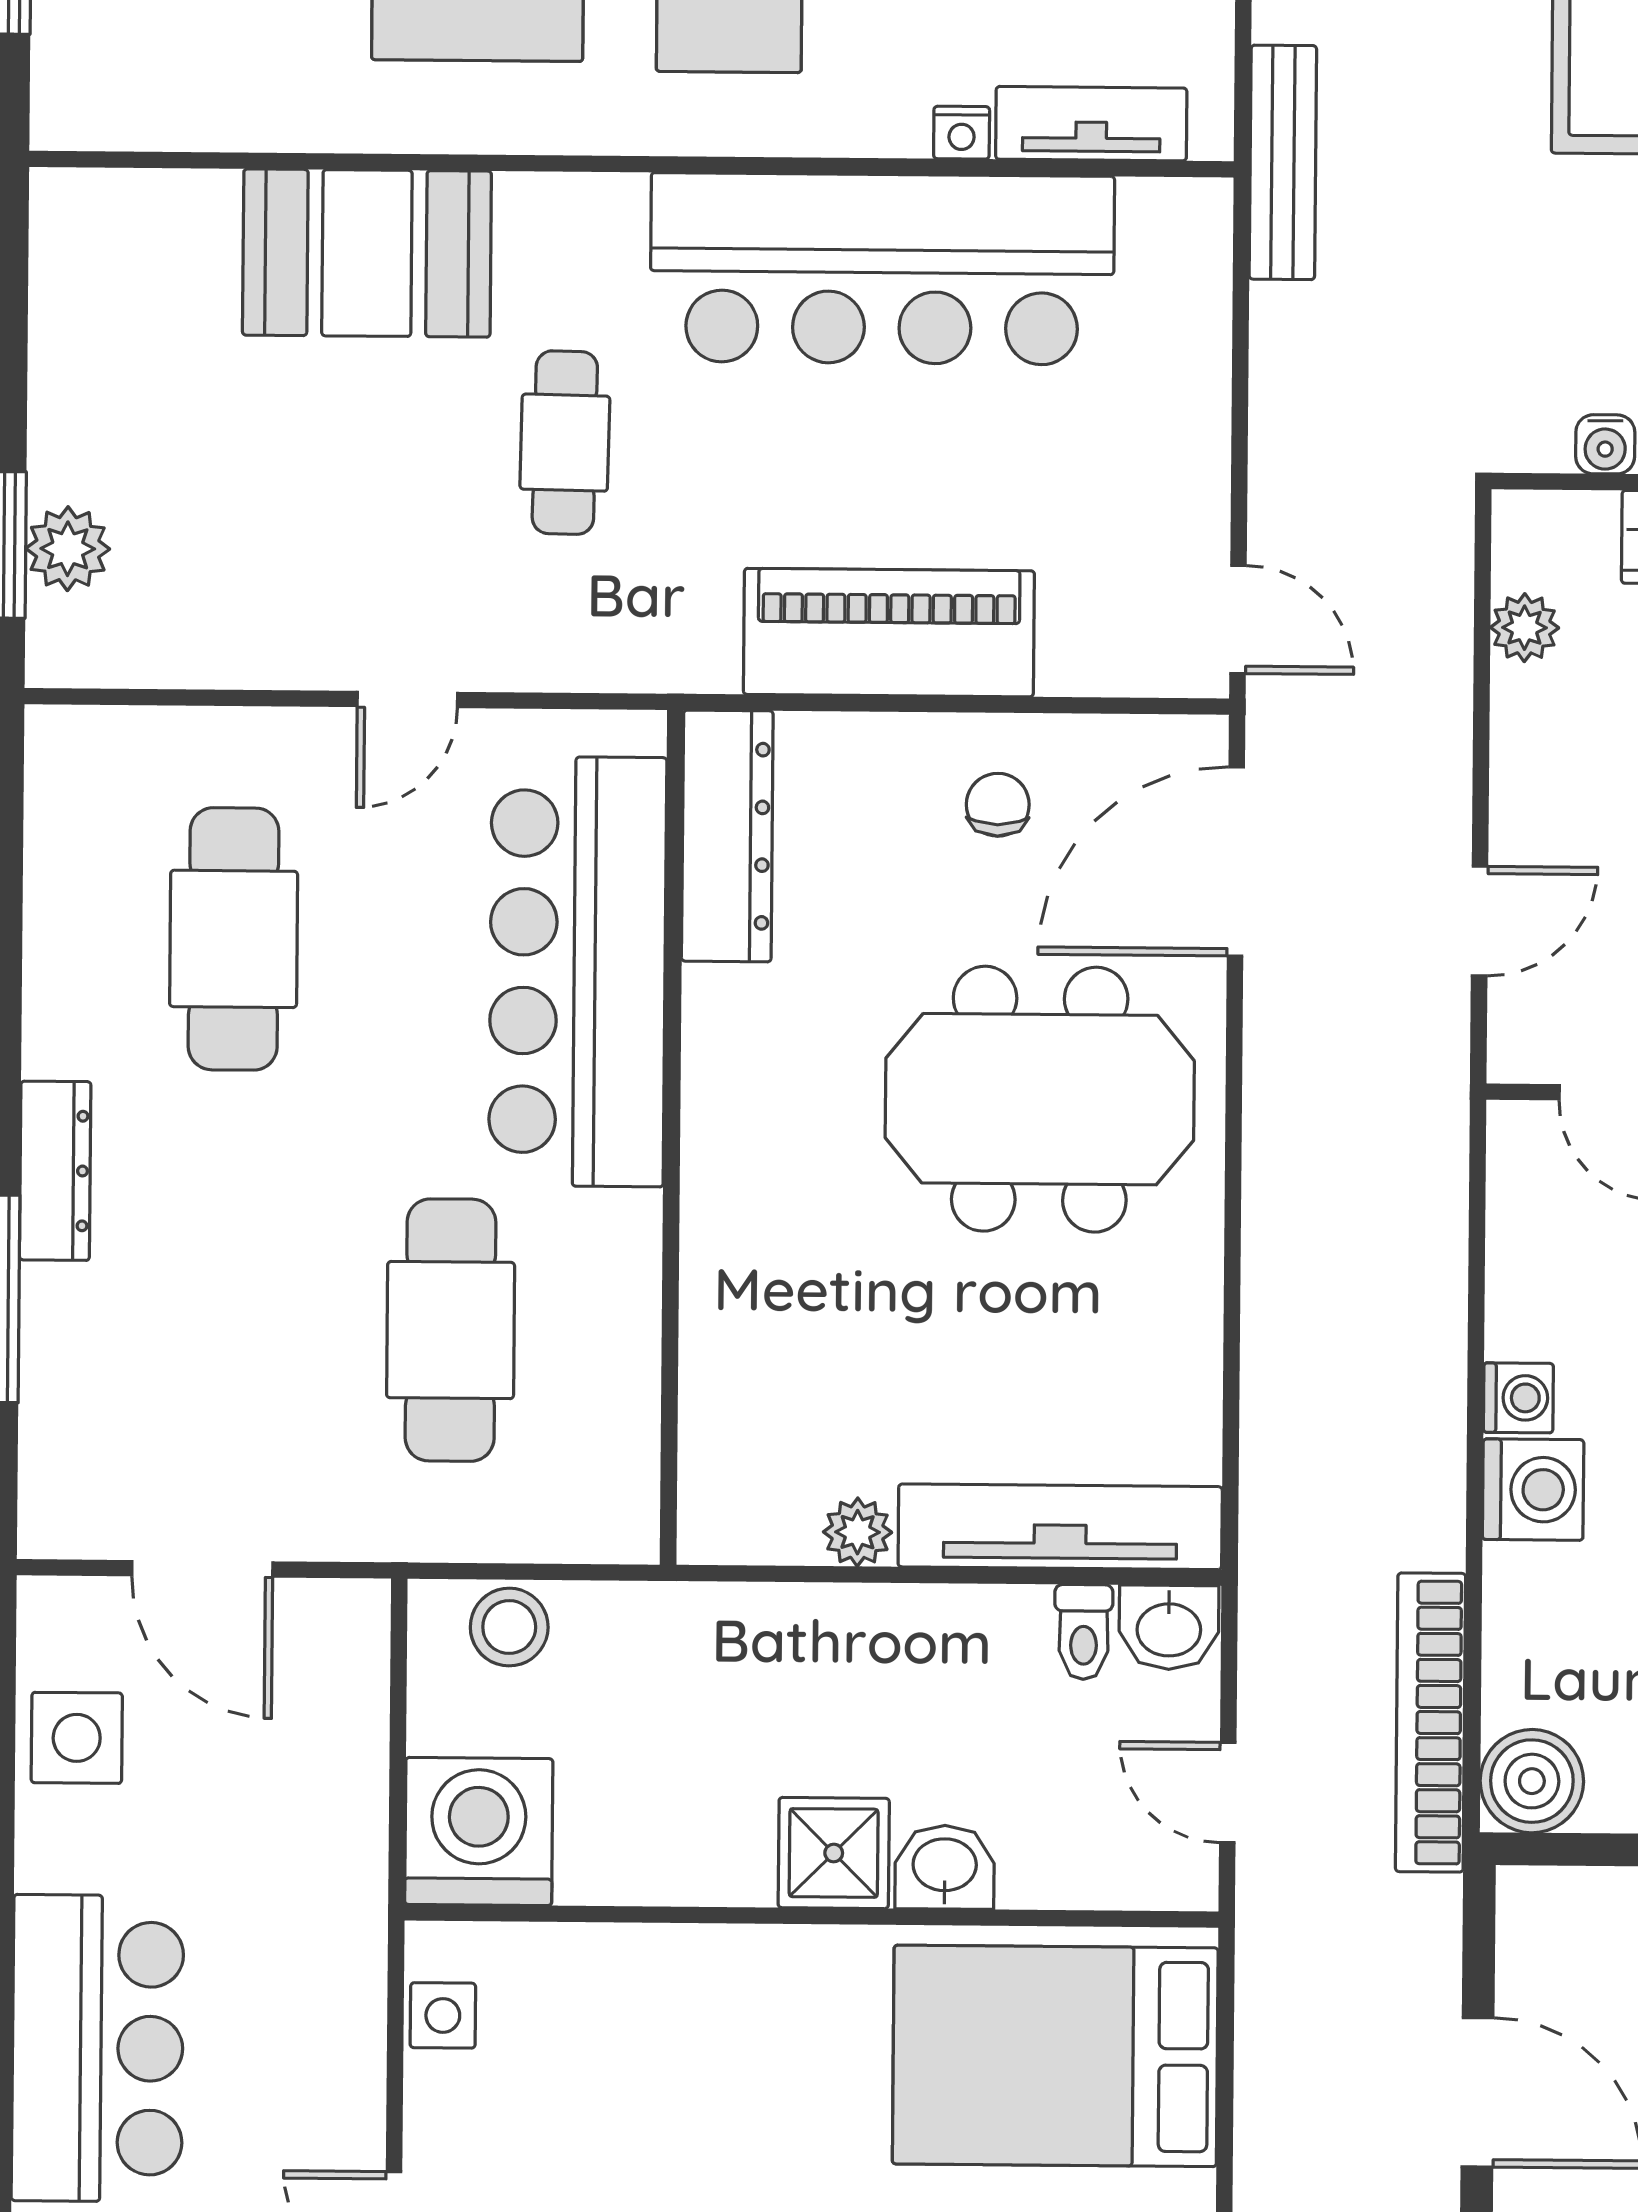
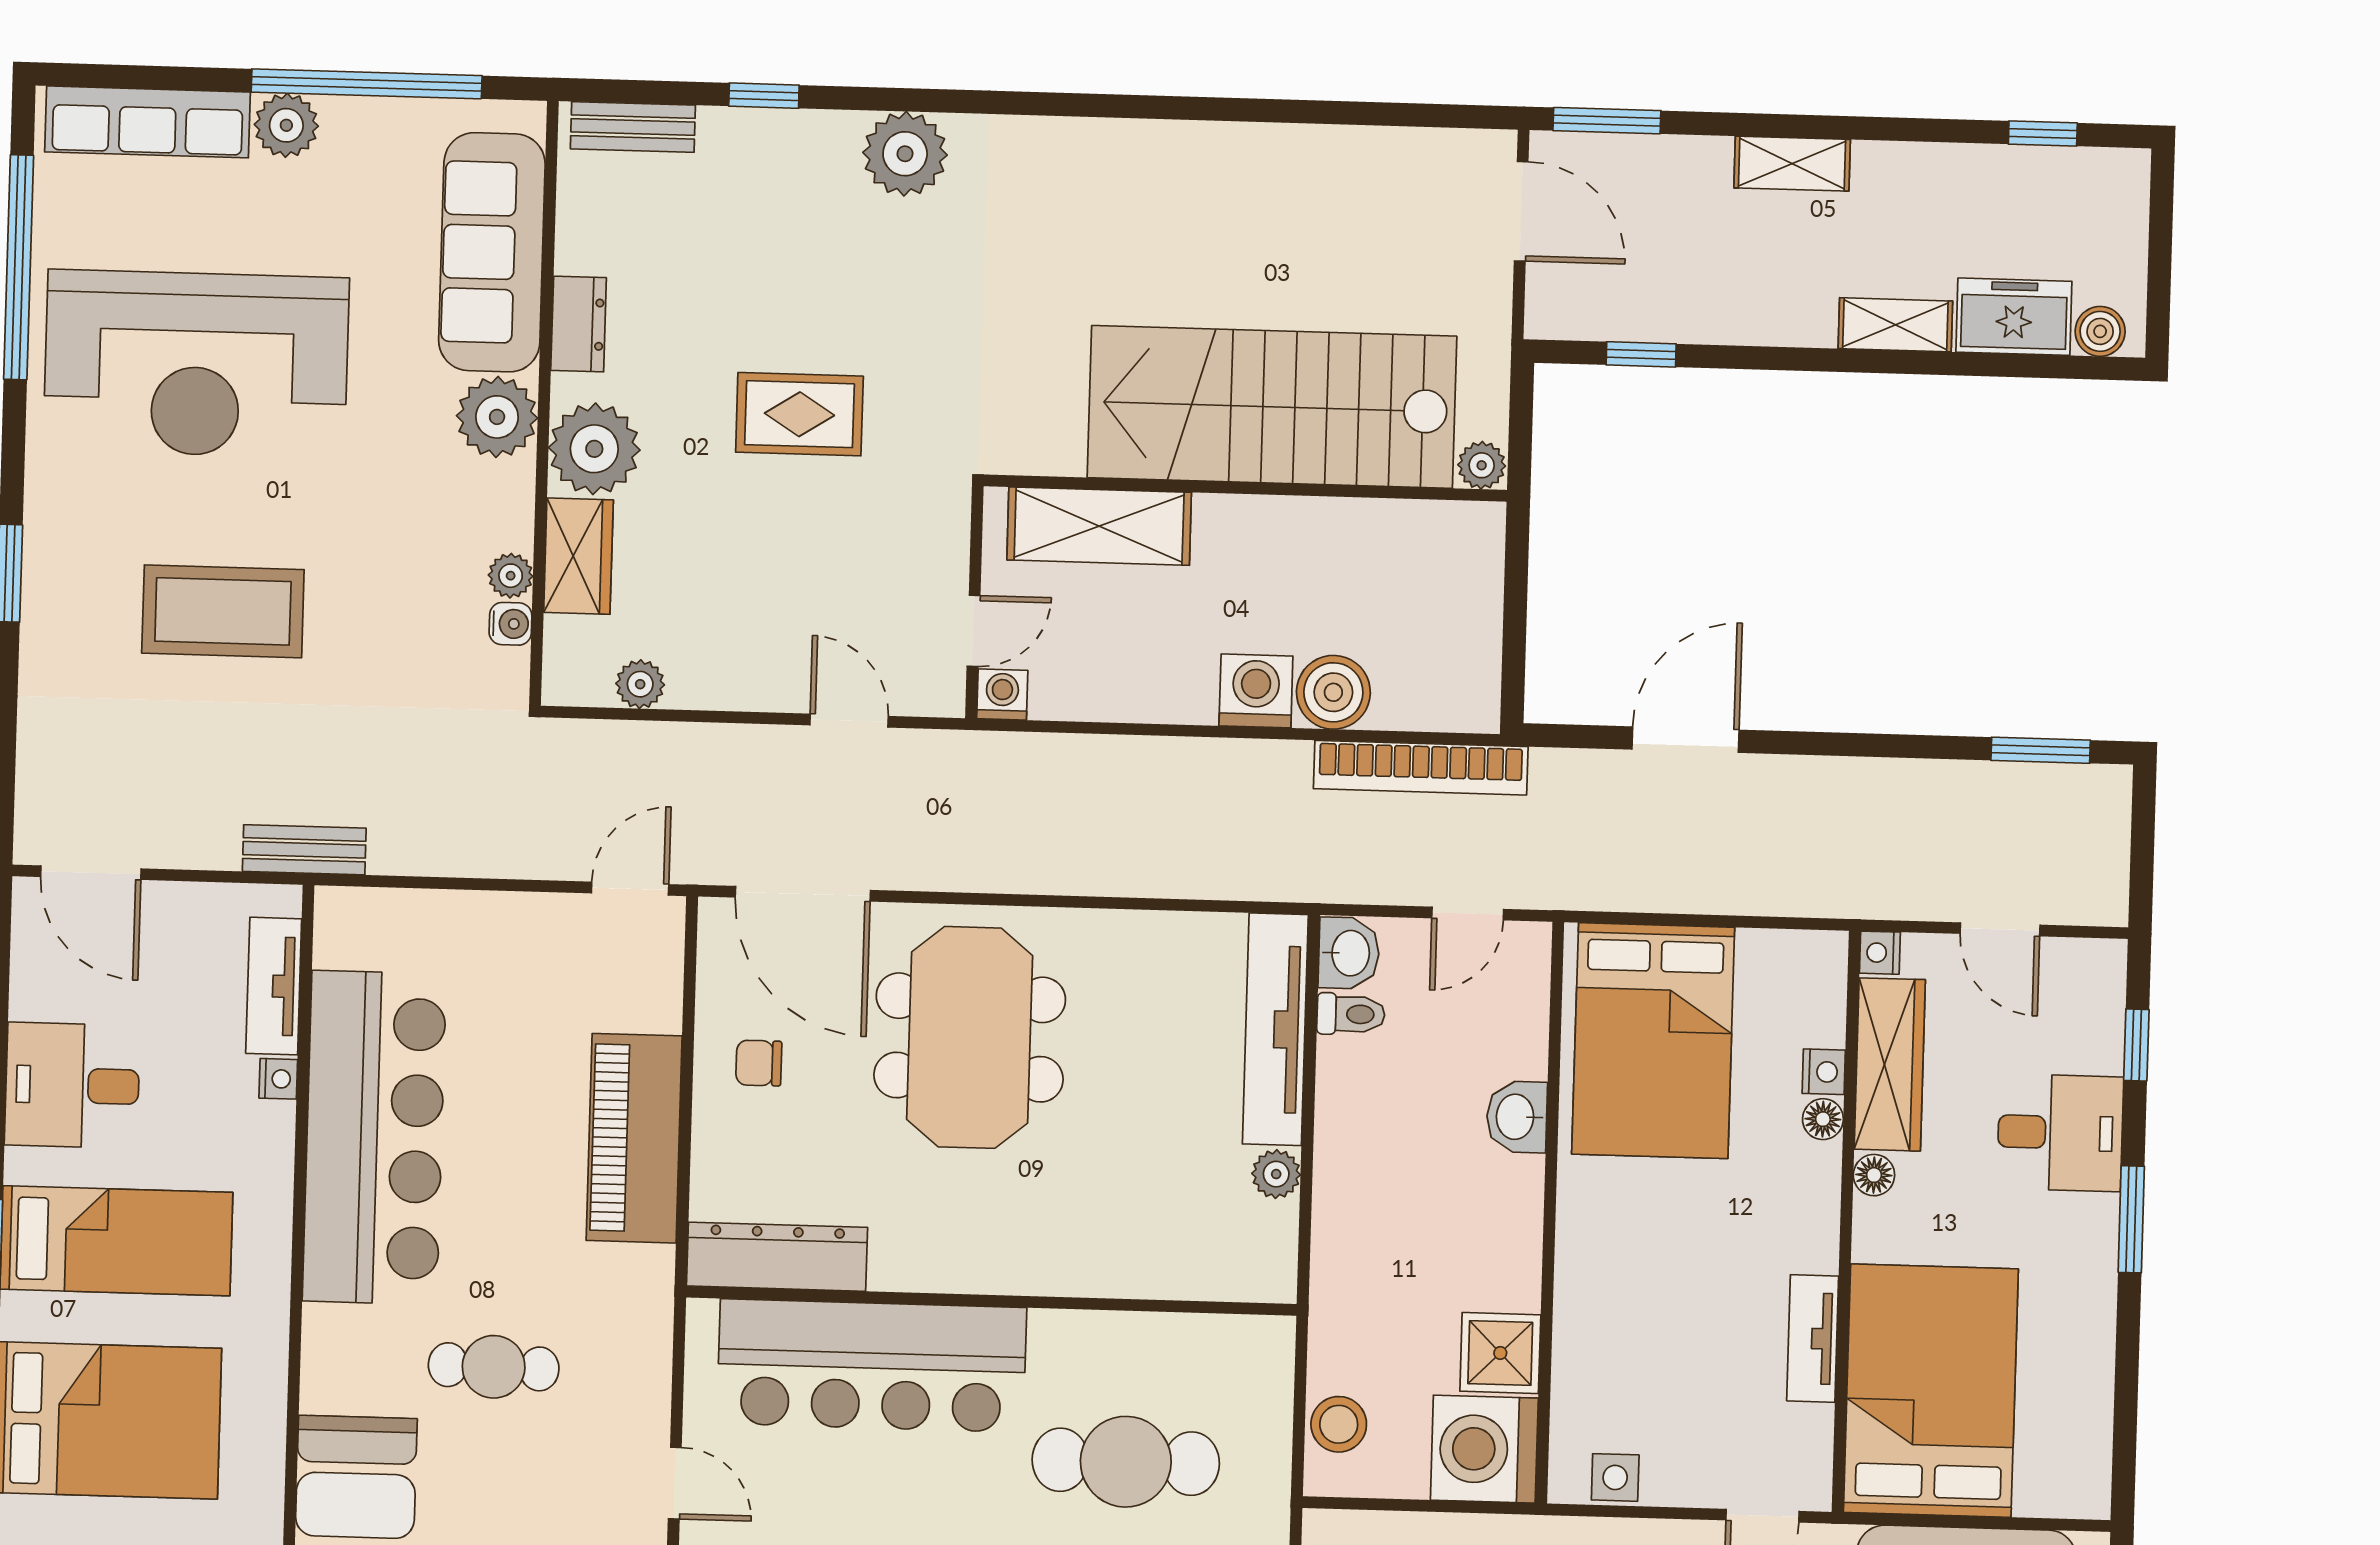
bench: (1283, 162) -> (304, 850), width x0.73
washing machine: (1518, 1398) -> (1002, 695), moved
boiler: (1532, 1781) -> (1333, 692), moved
shower: (834, 1853) -> (1500, 1353), moved

